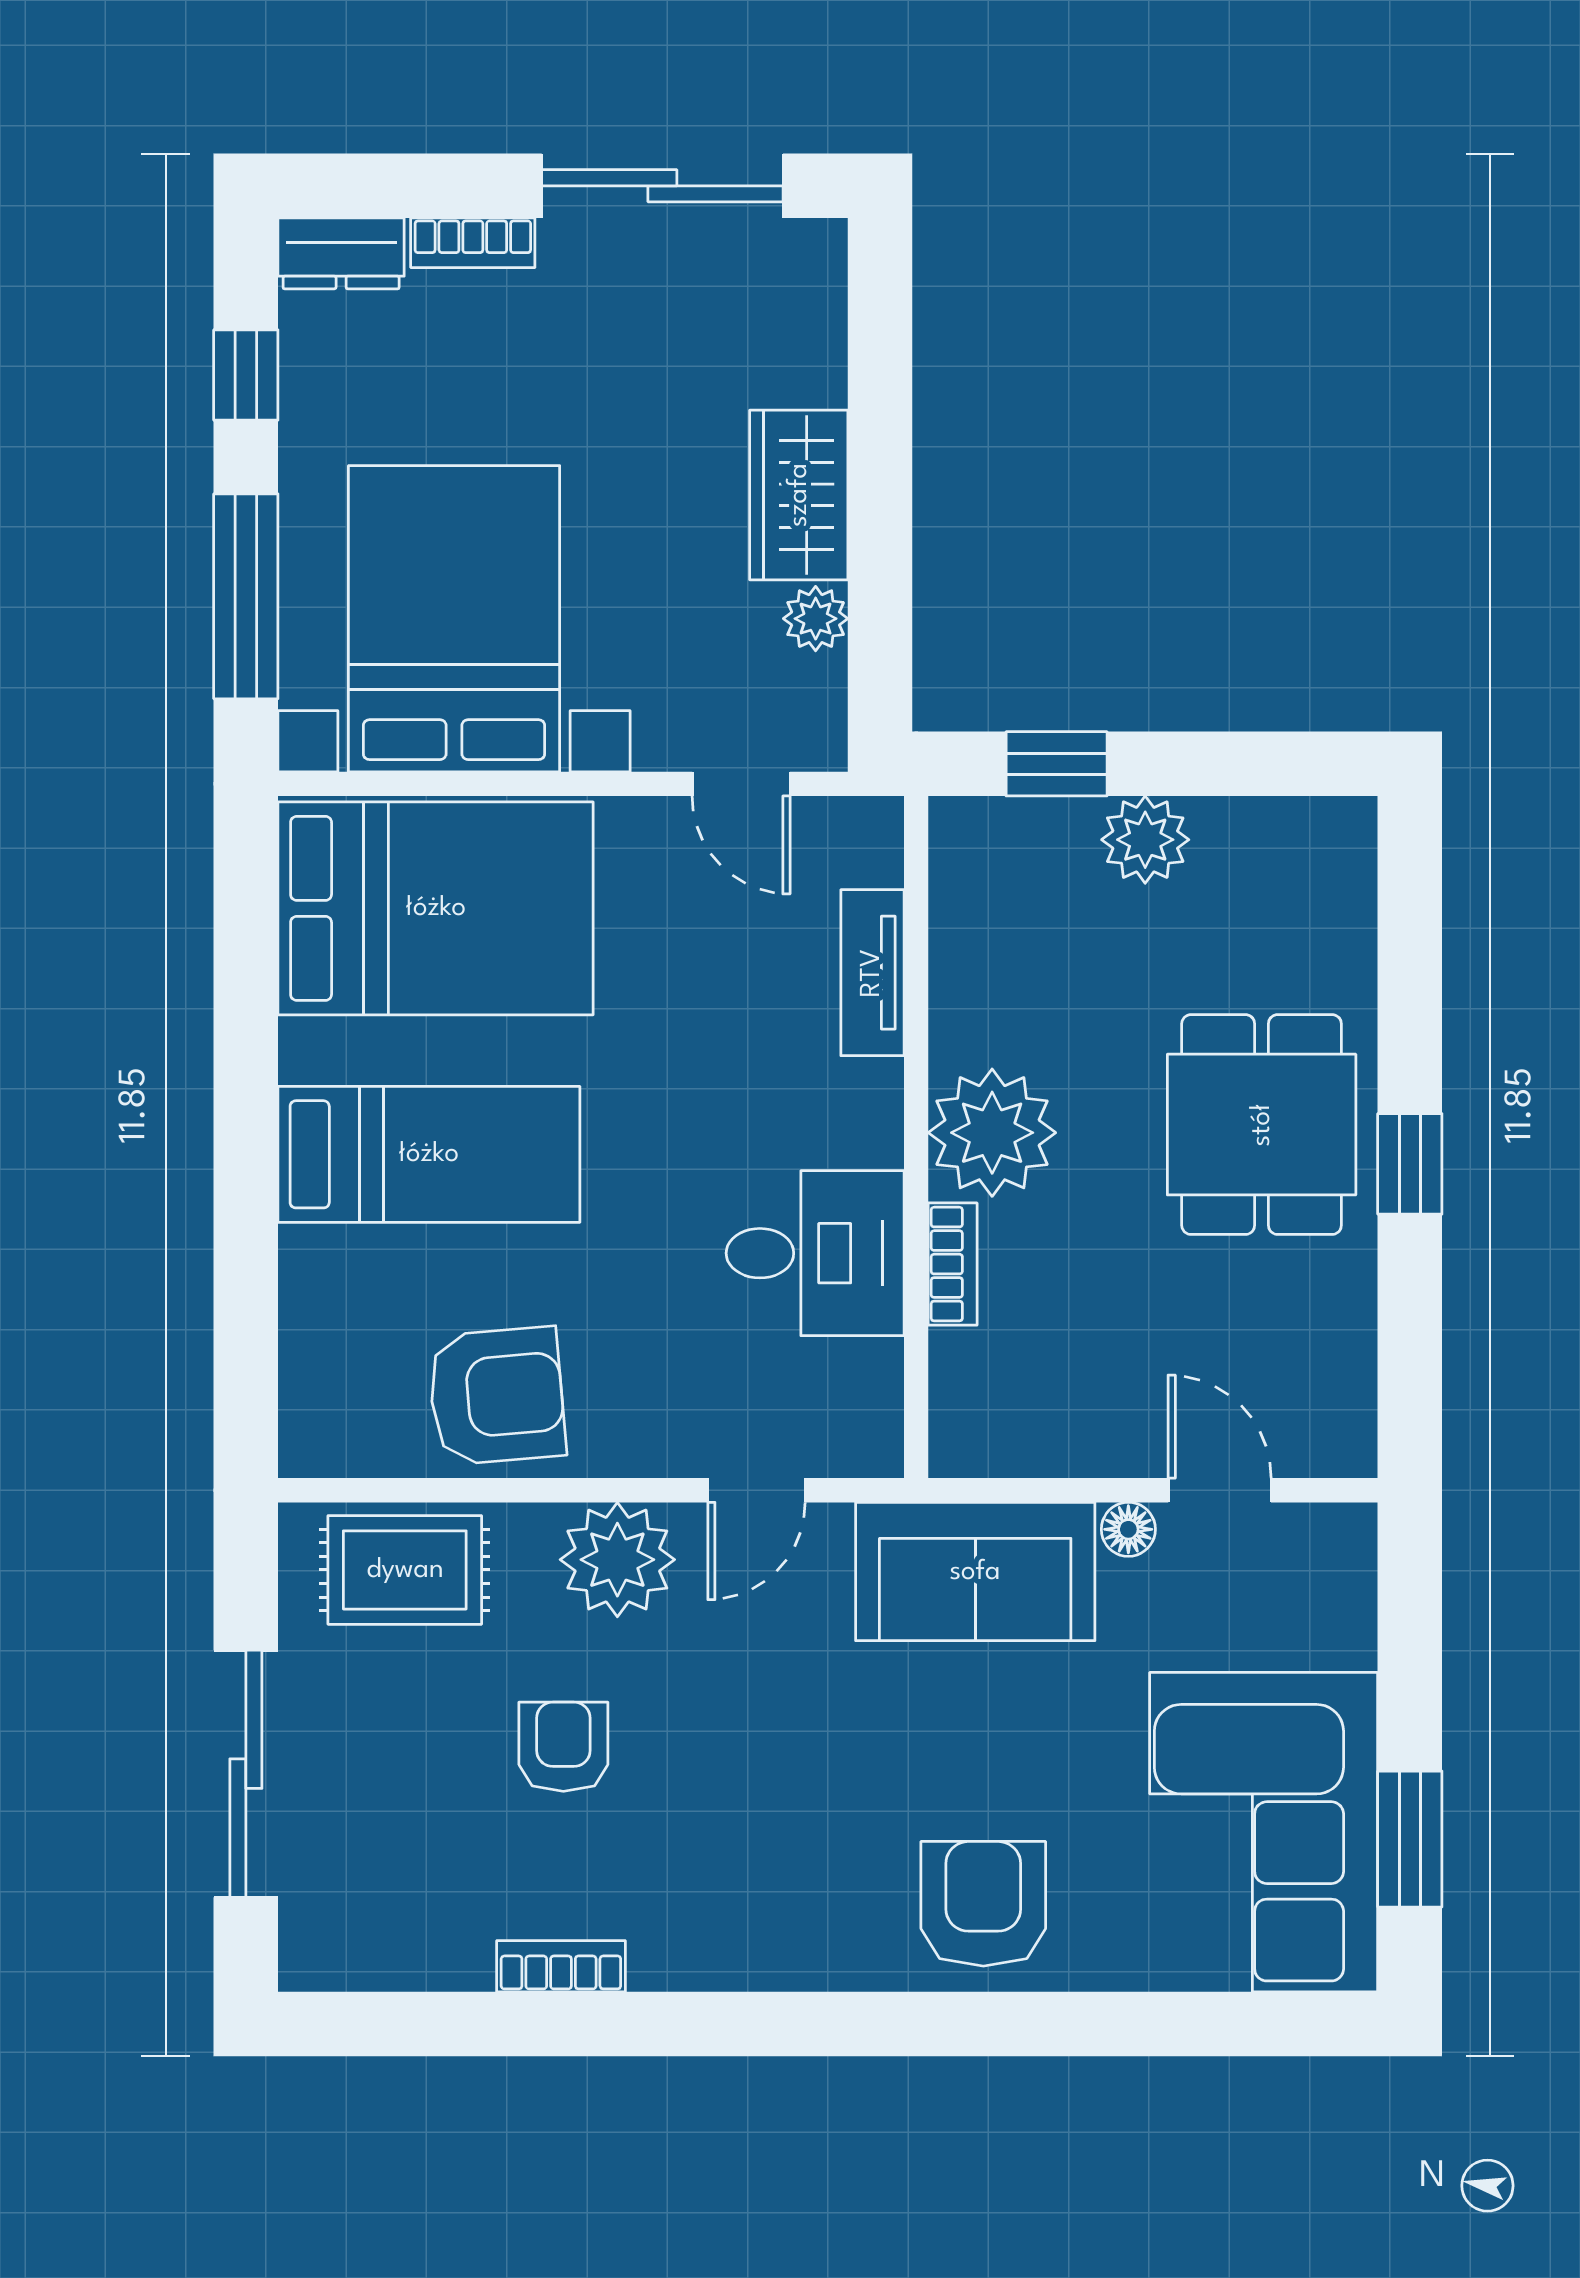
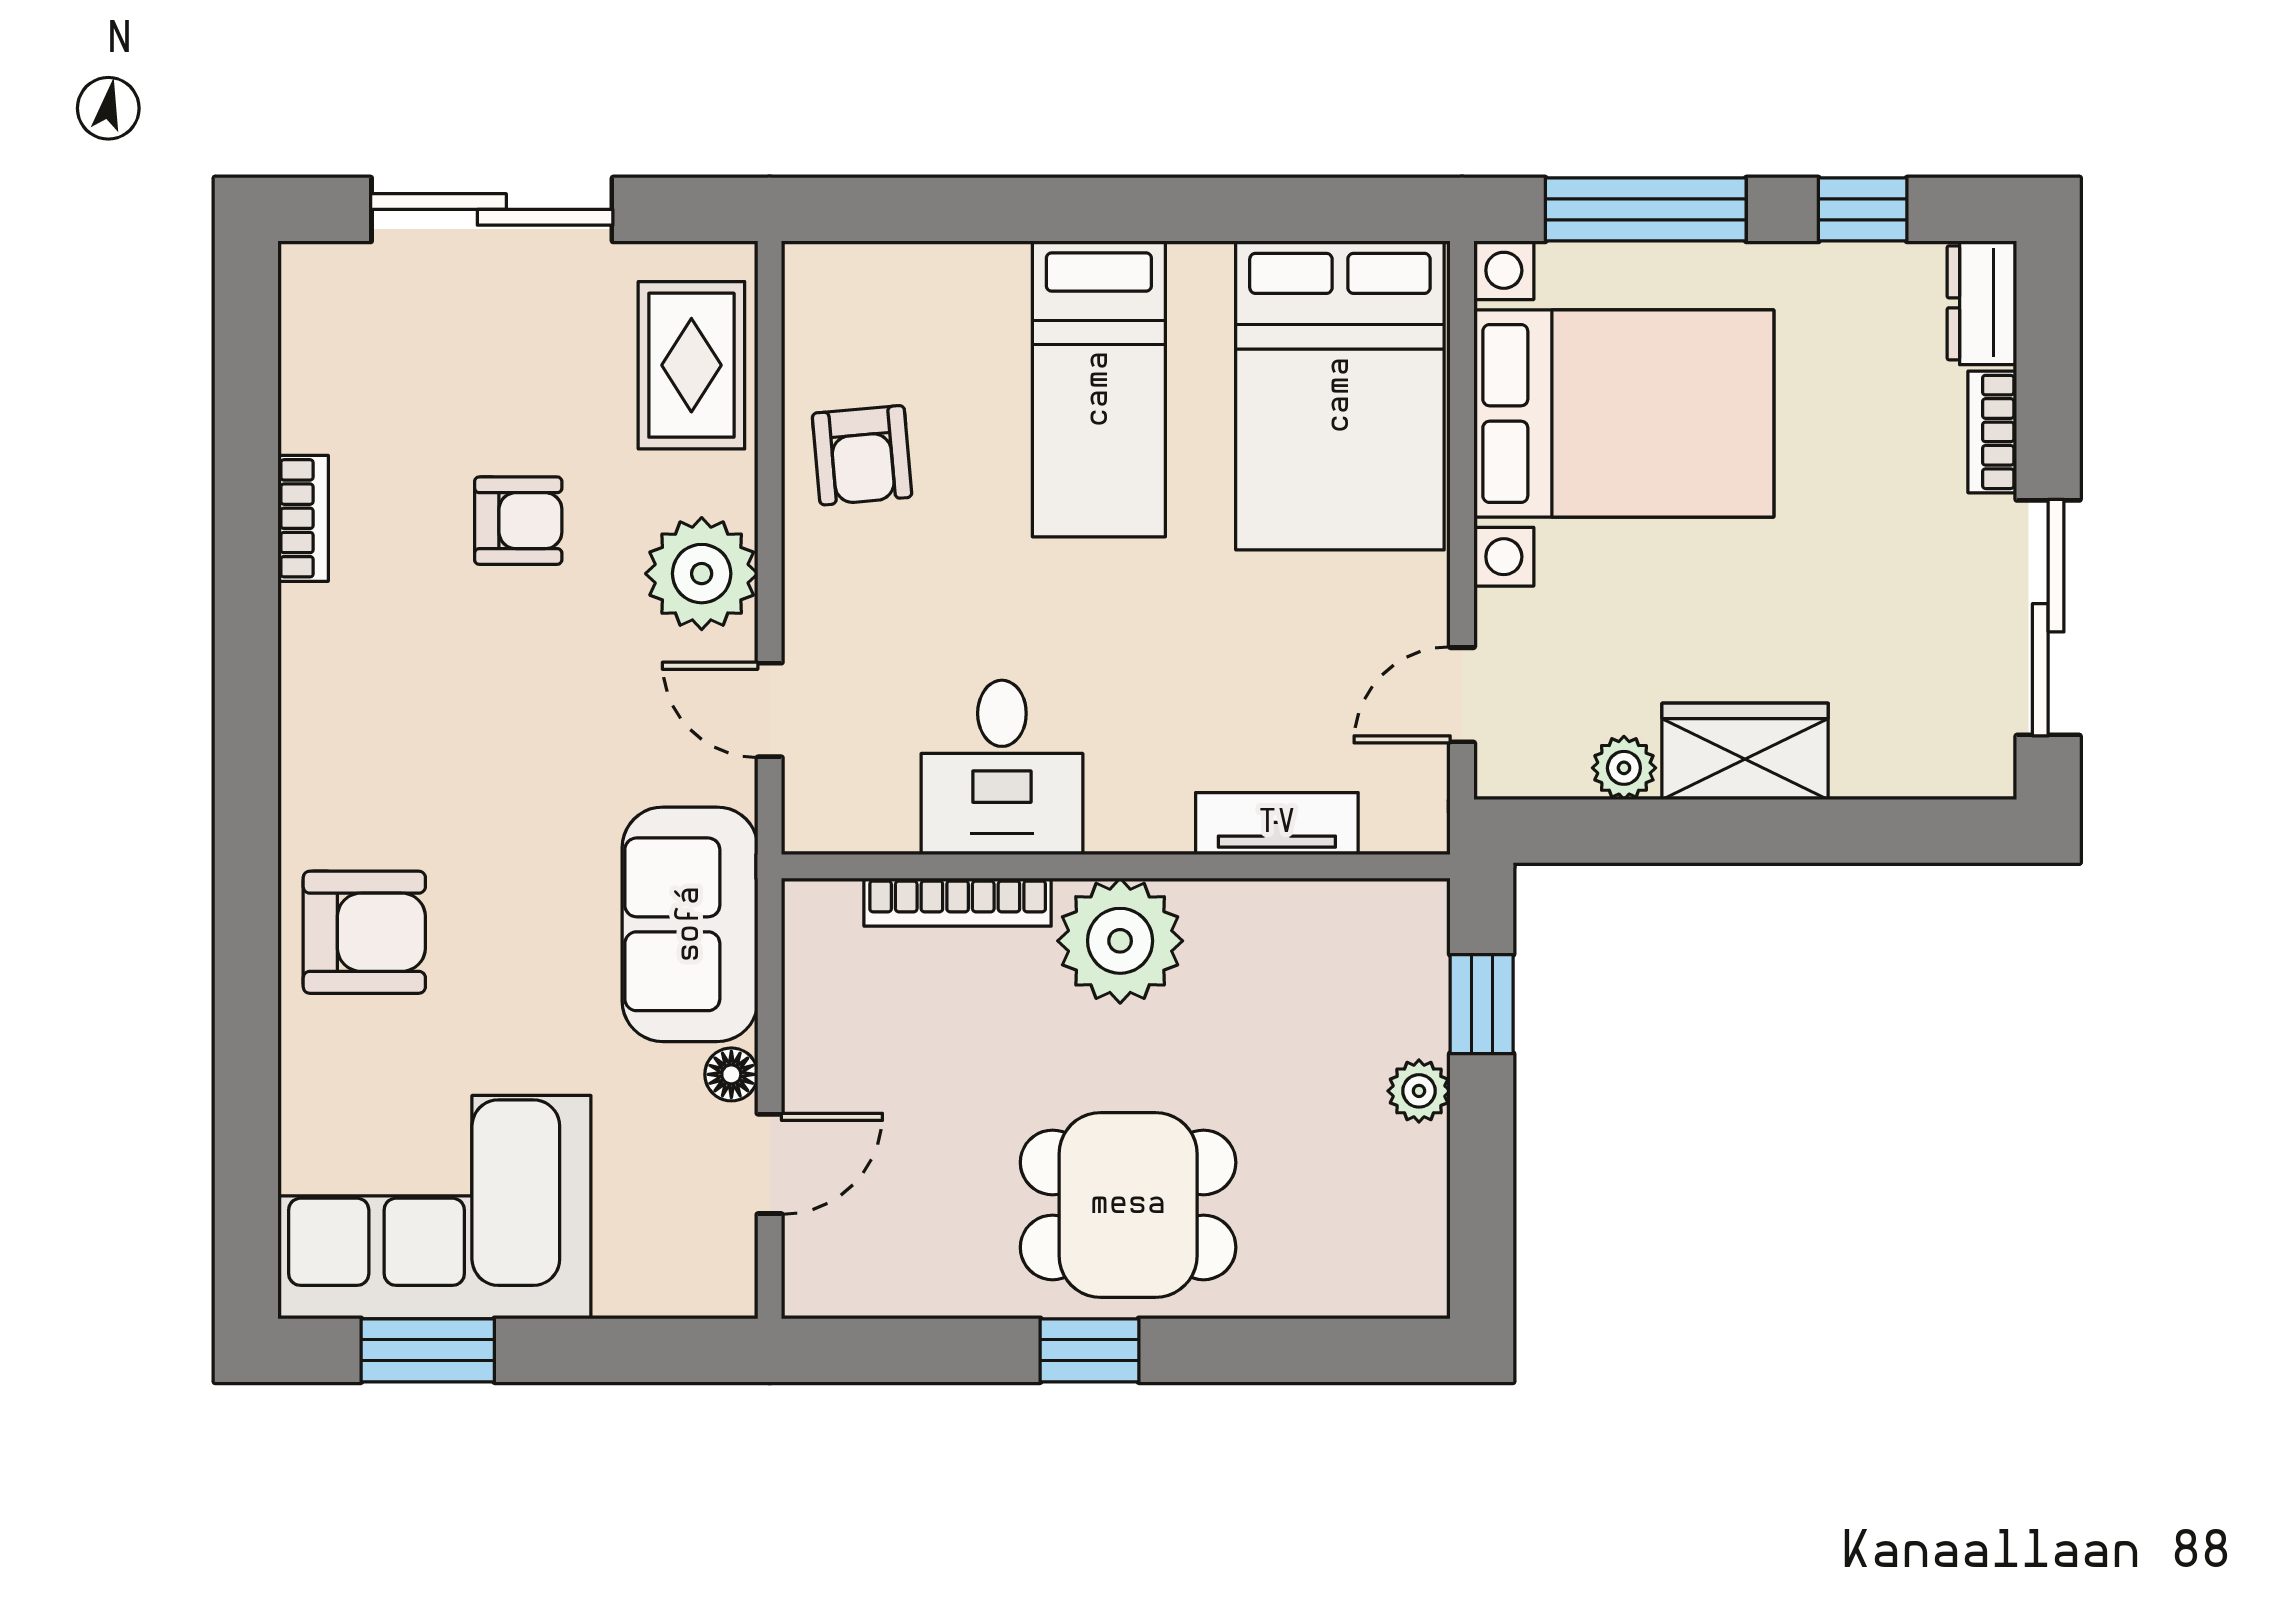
plant: (1145, 840) -> (1419, 1091), width x0.73, depth x0.73
bookcase: (953, 1264) -> (958, 902), width x1.56
armchair: (497, 1396) -> (862, 455), width x0.72, depth x0.72

